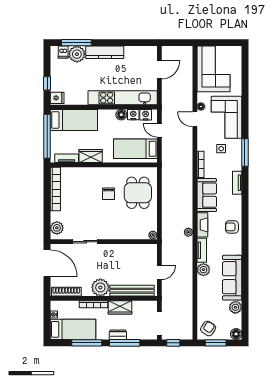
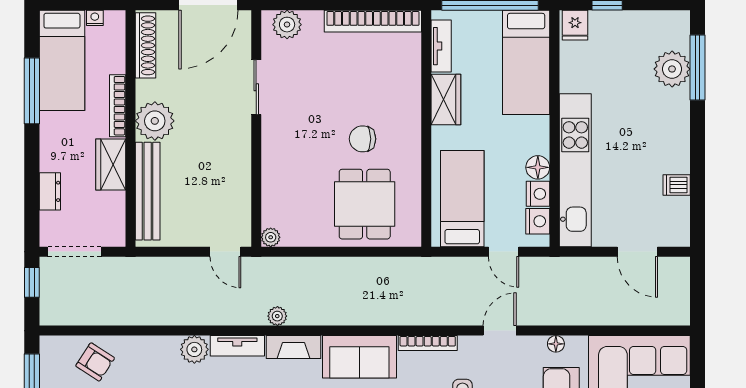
dishwasher: (63, 52) -> (677, 185), moved
kitchen counter: (105, 52) -> (676, 131), removed
door: (195, 119) -> (500, 331), moved
door: (159, 130) -> (504, 252), swing flipped
dining table: (138, 193) -> (365, 204), turned 90
door: (159, 272) -> (225, 252), moved
armchair: (208, 328) -> (95, 362), moved
dresser: (118, 335) -> (50, 191), moved
window: (125, 343) -> (32, 175), removed

